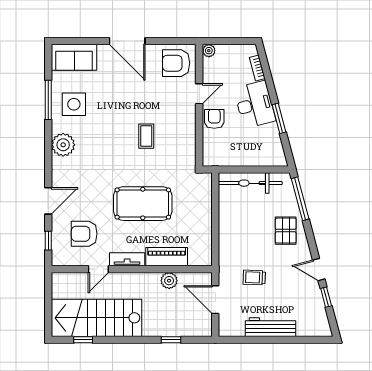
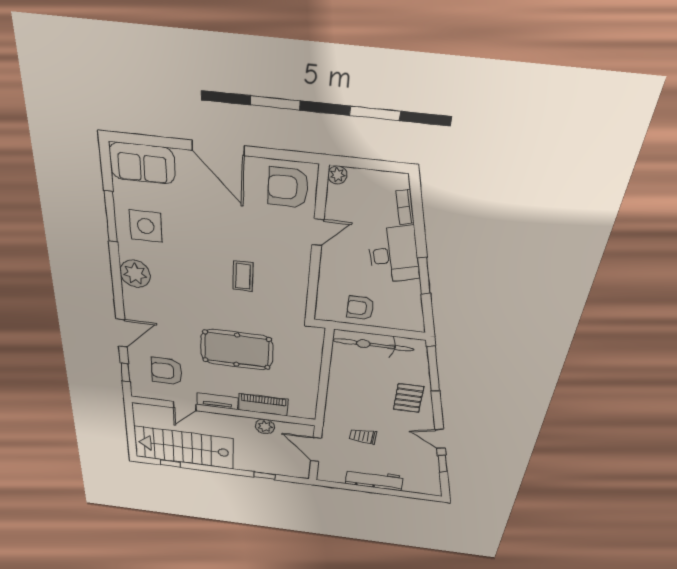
armchair: (214, 119) -> (360, 308), moved, turned -90

